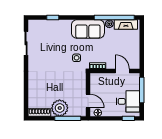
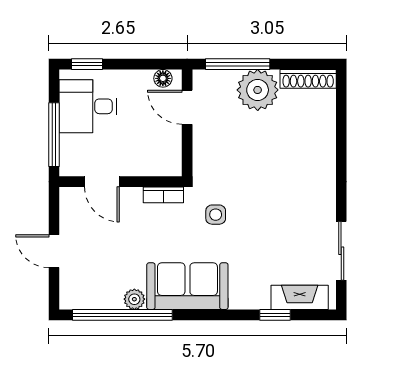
fireplace: (126, 24) -> (300, 297), moved
door: (142, 43) -> (54, 251), added

